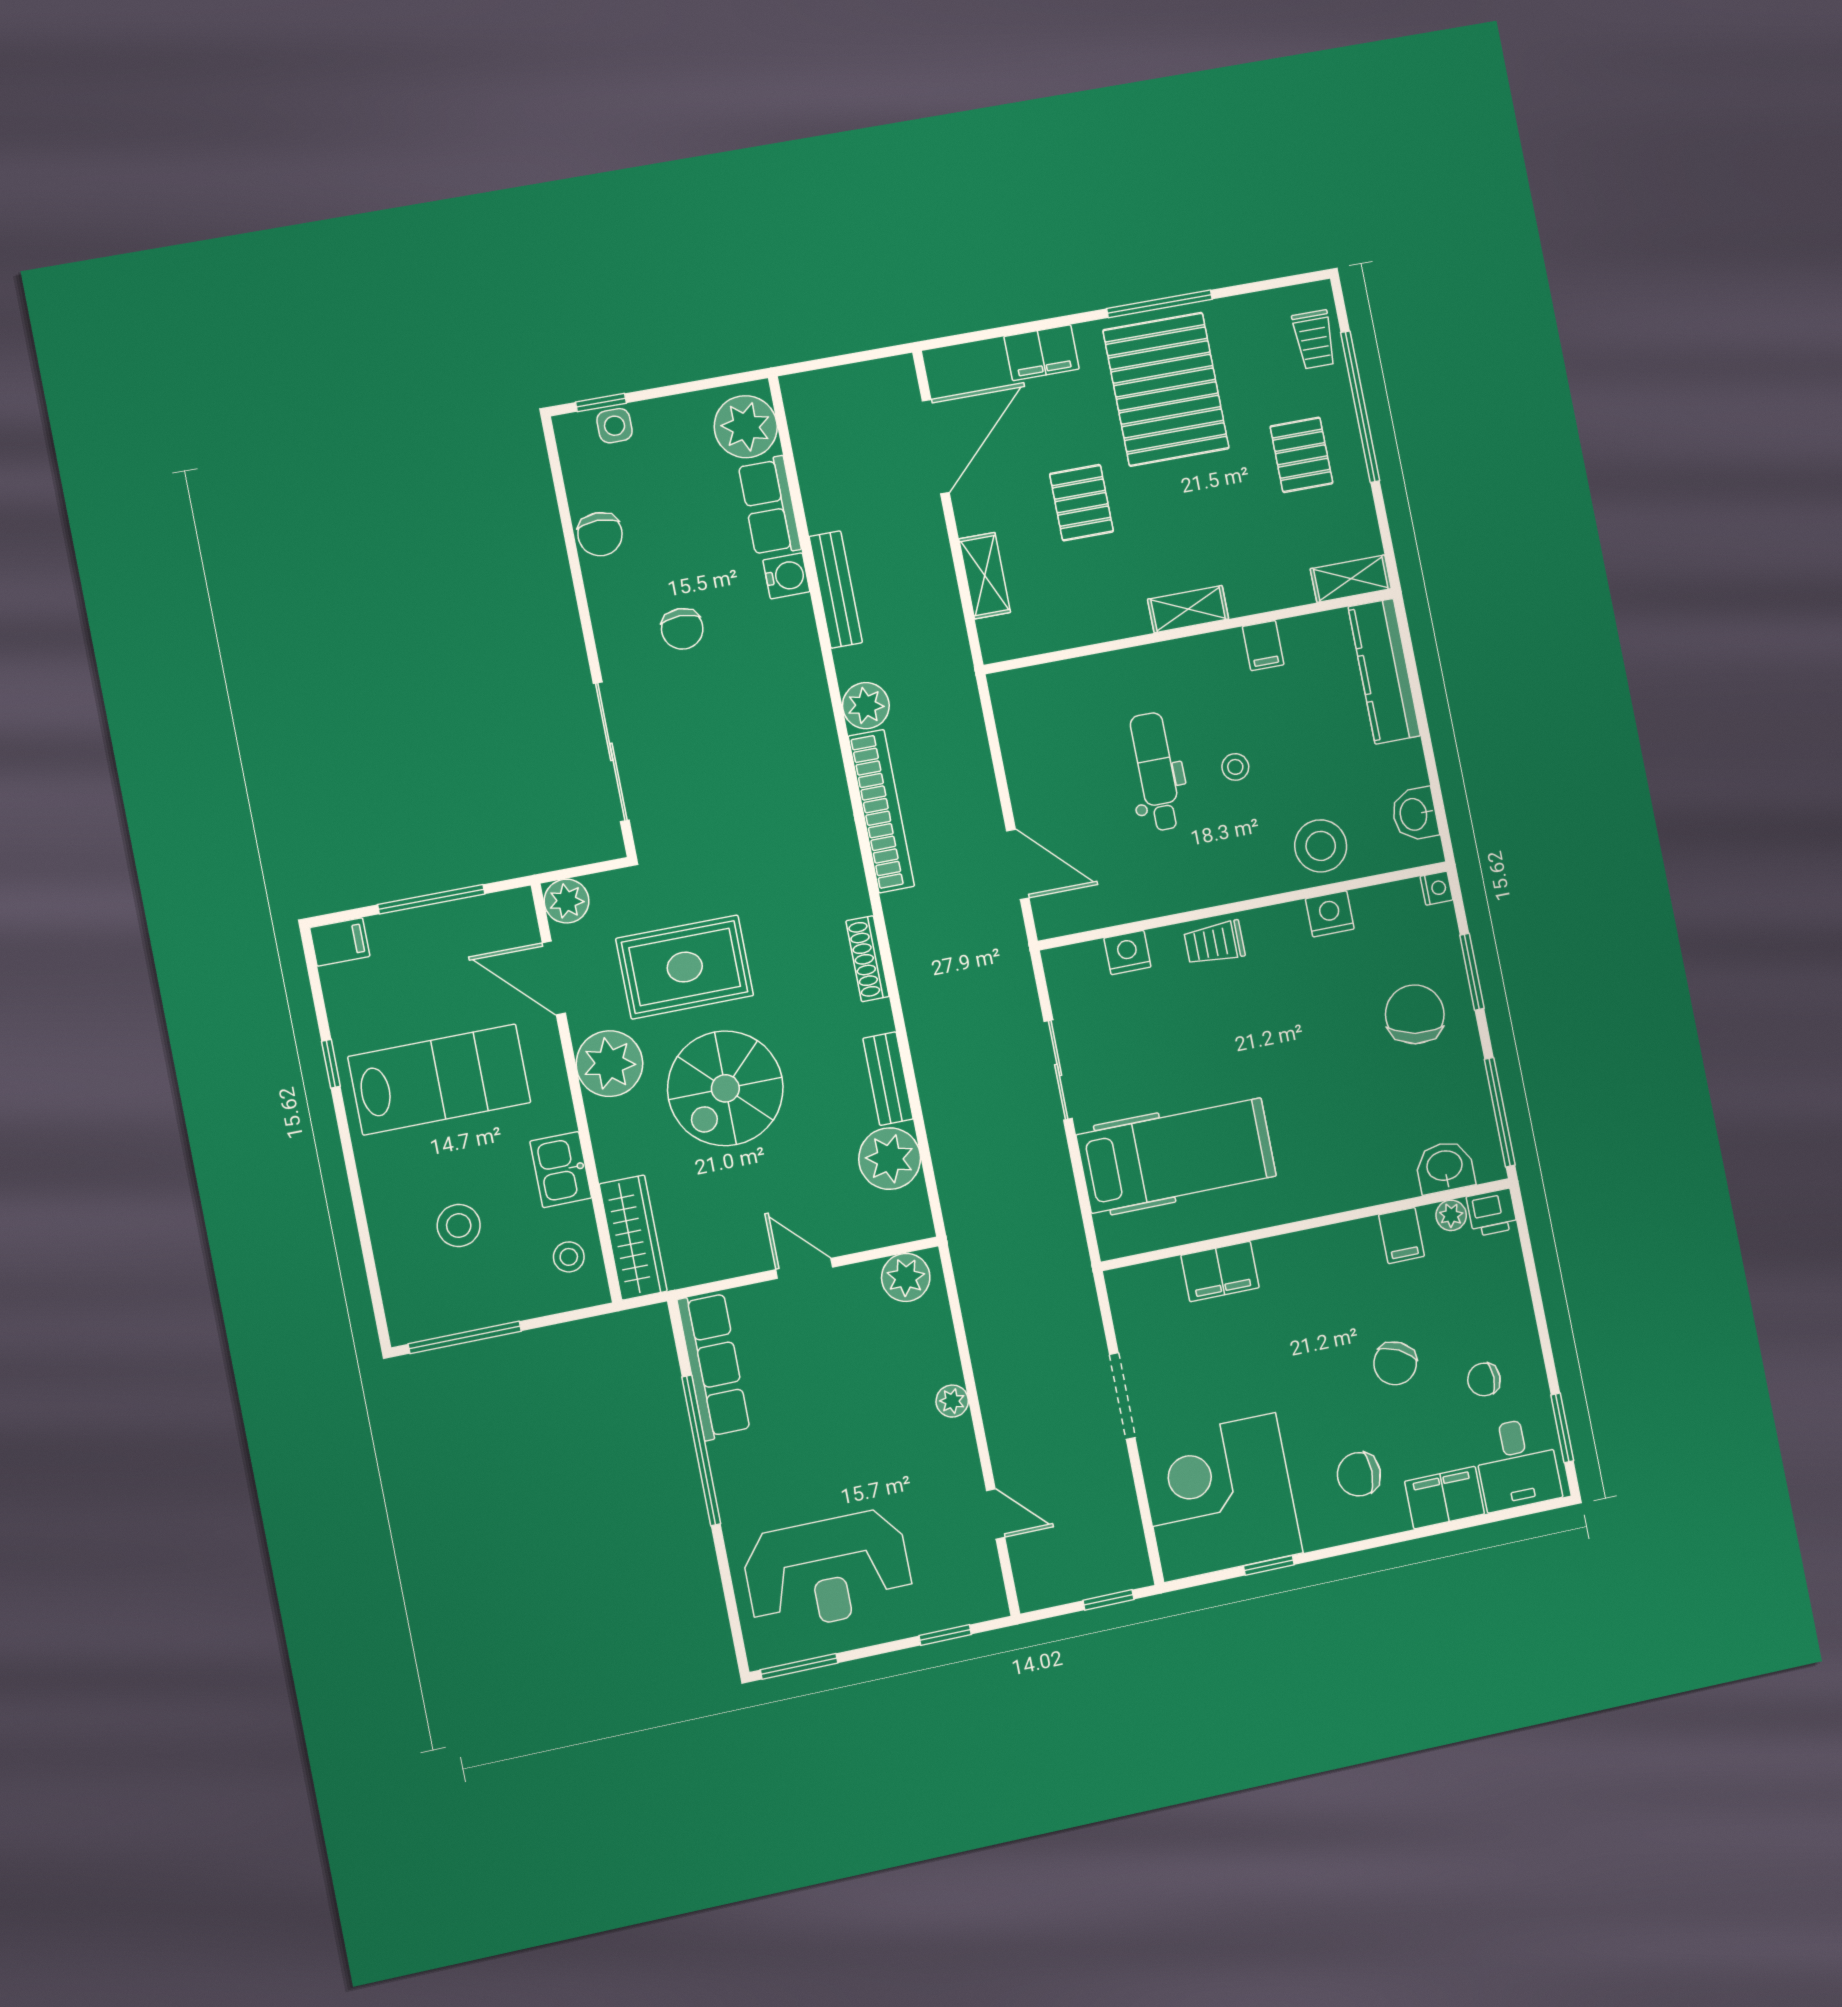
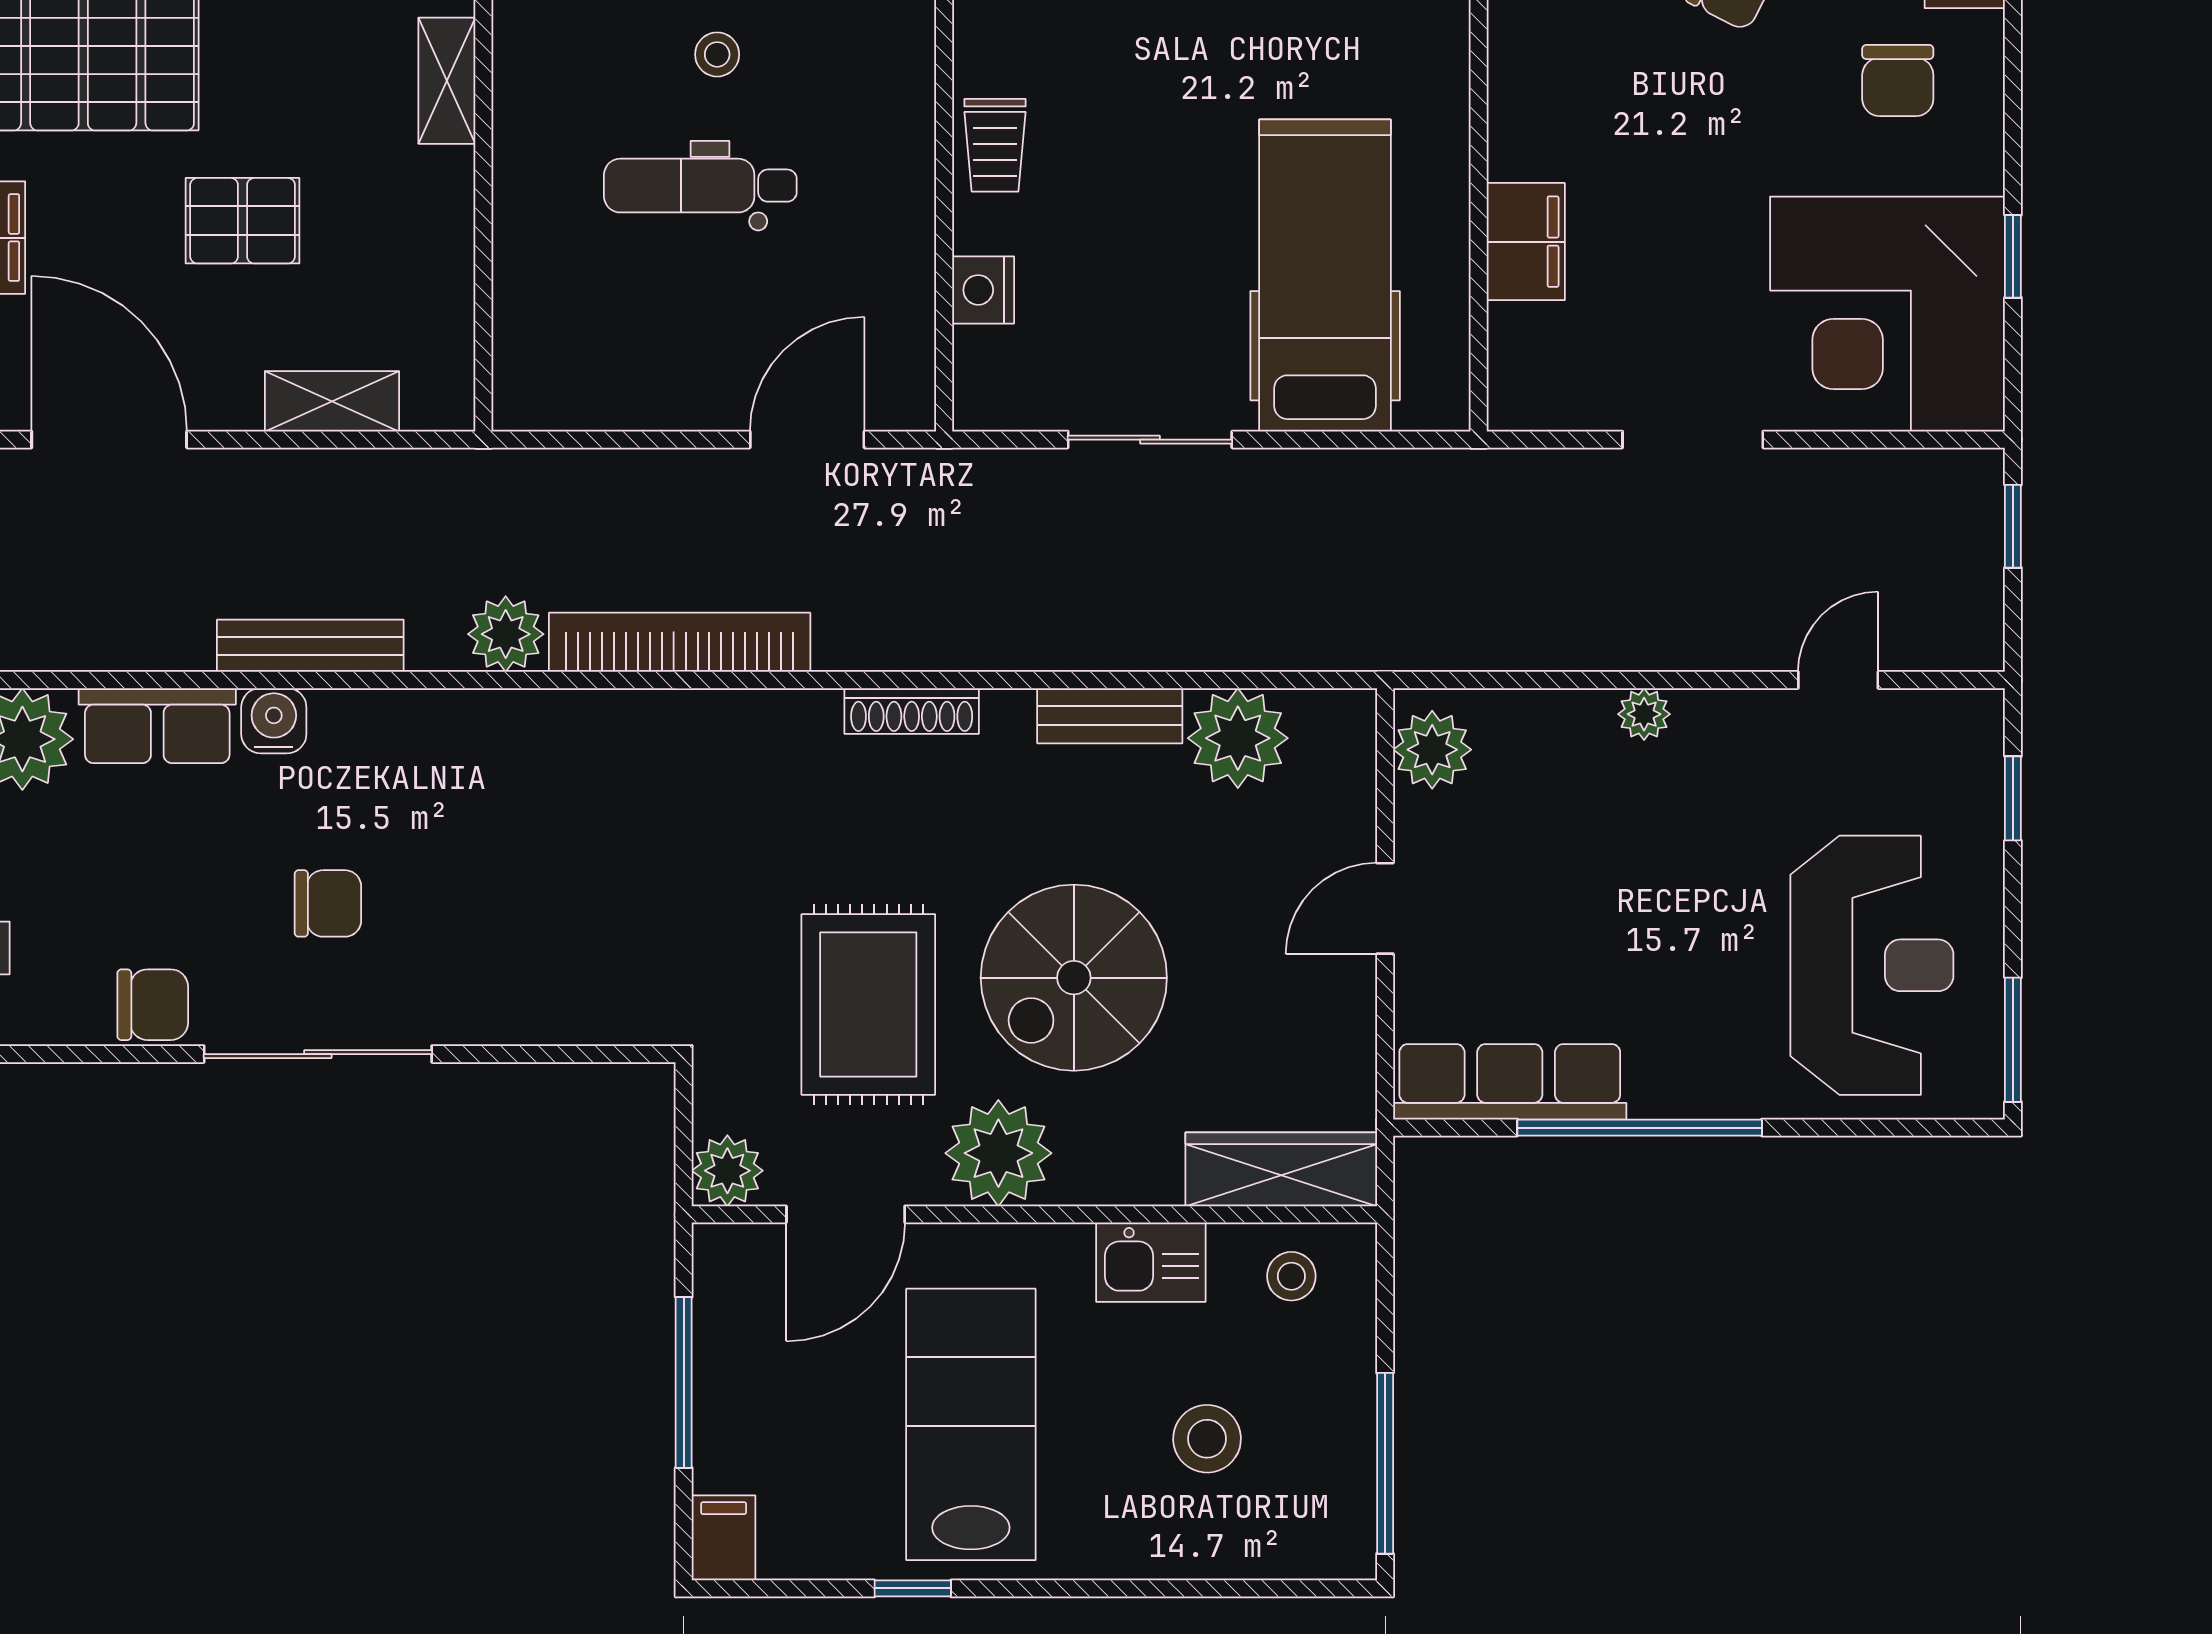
sliding door: (611, 752) -> (318, 1054), moved
spiral stairs: (725, 1088) -> (1074, 978), turned 90

